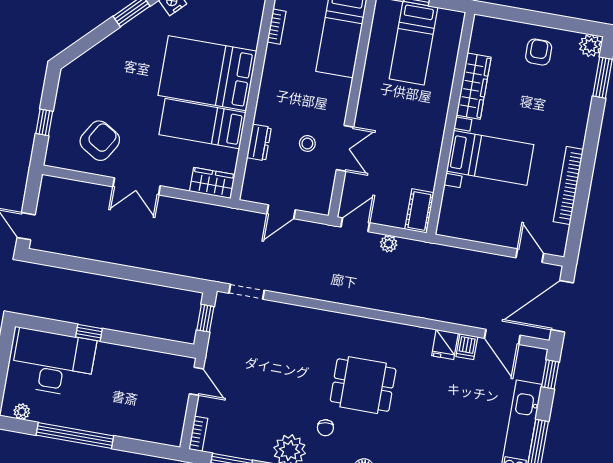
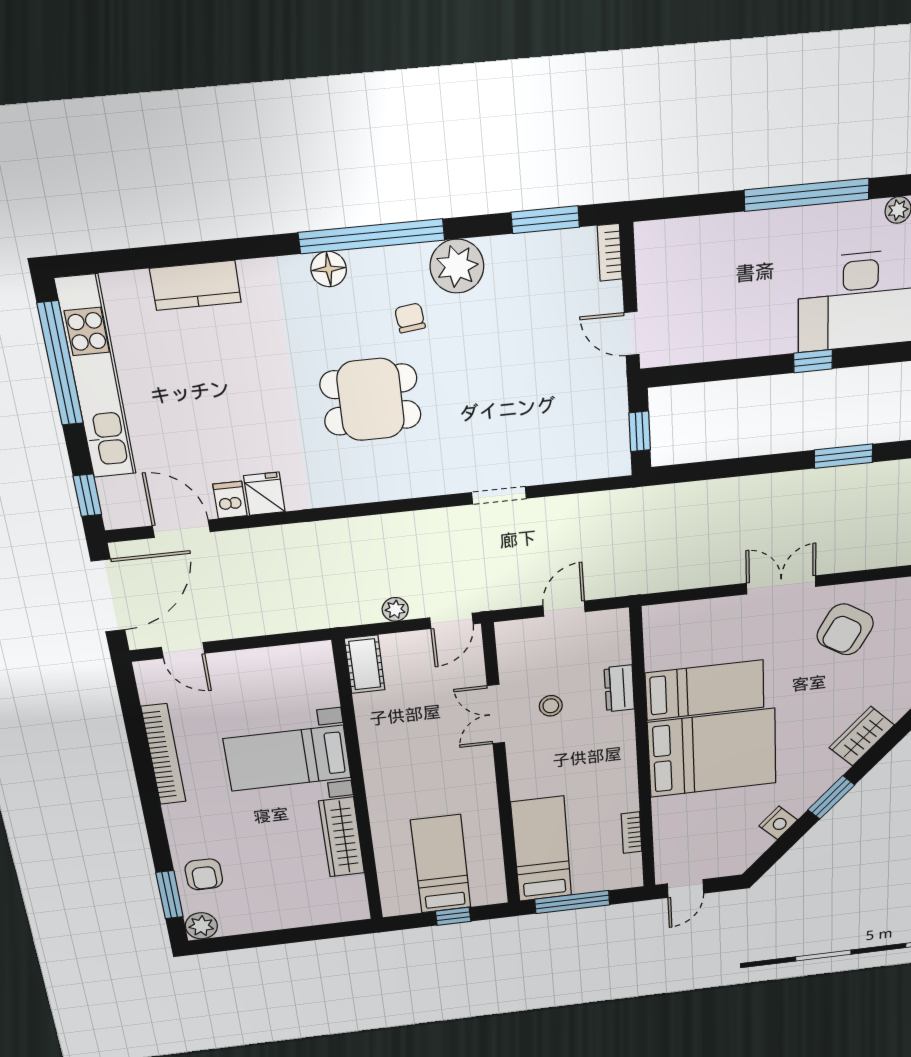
armchair: (539, 52) -> (204, 874), moved
wardrobe: (212, 183) -> (862, 736), moved, turned 135
window: (80, 265) -> (844, 456), added
doorway: (247, 292) -> (499, 495), moved

